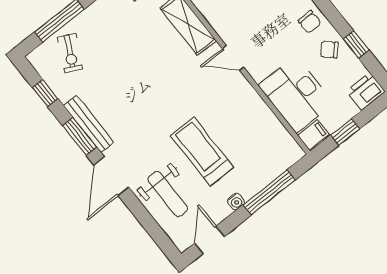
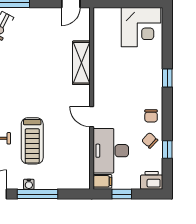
door: (233, 58) -> (92, 117), moved
treadmill: (202, 151) -> (32, 141), turned 180
window: (269, 192) -> (38, 194), moved

